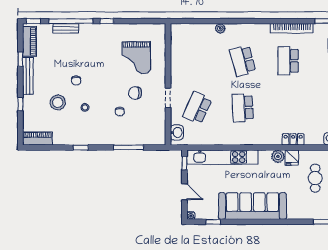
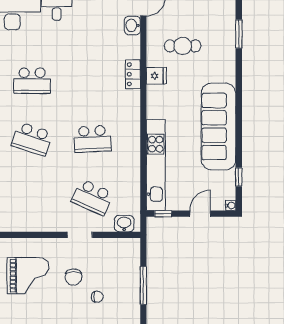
school desk: (243, 61) -> (32, 139), turned 33
plant: (278, 156) -> (155, 94), removed

